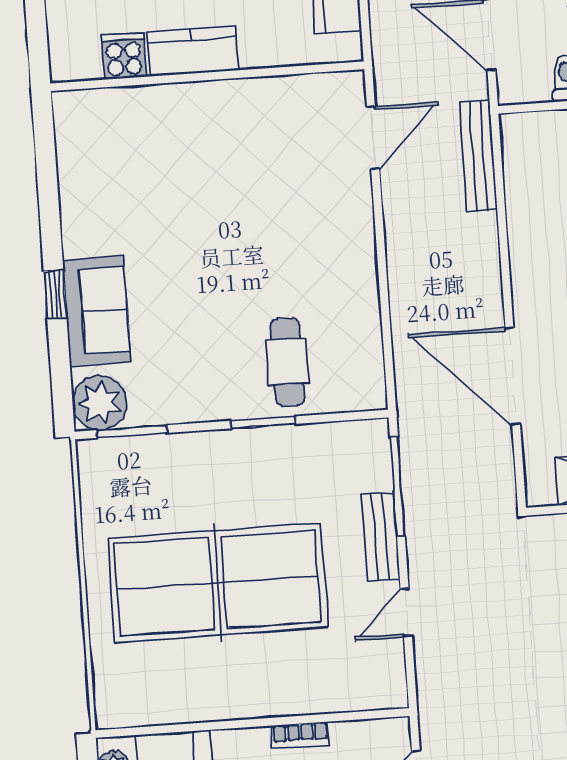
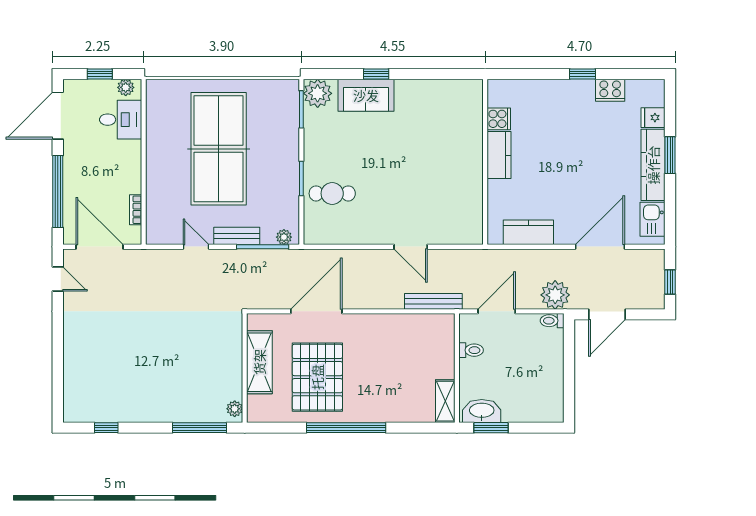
door: (373, 138) -> (411, 247), moved
plant: (376, 448) -> (284, 237), added
bookcase: (300, 735) -> (136, 210), moved

